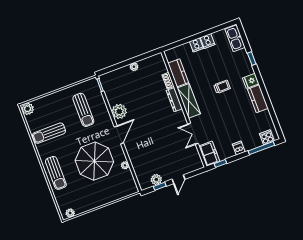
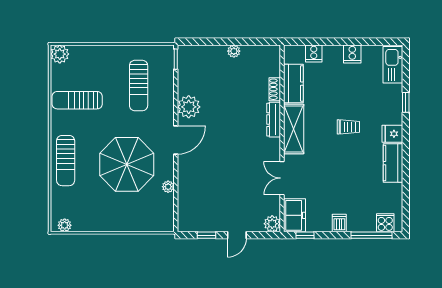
cooker: (196, 45) -> (314, 53), moved
plant: (156, 180) -> (272, 224), moved

